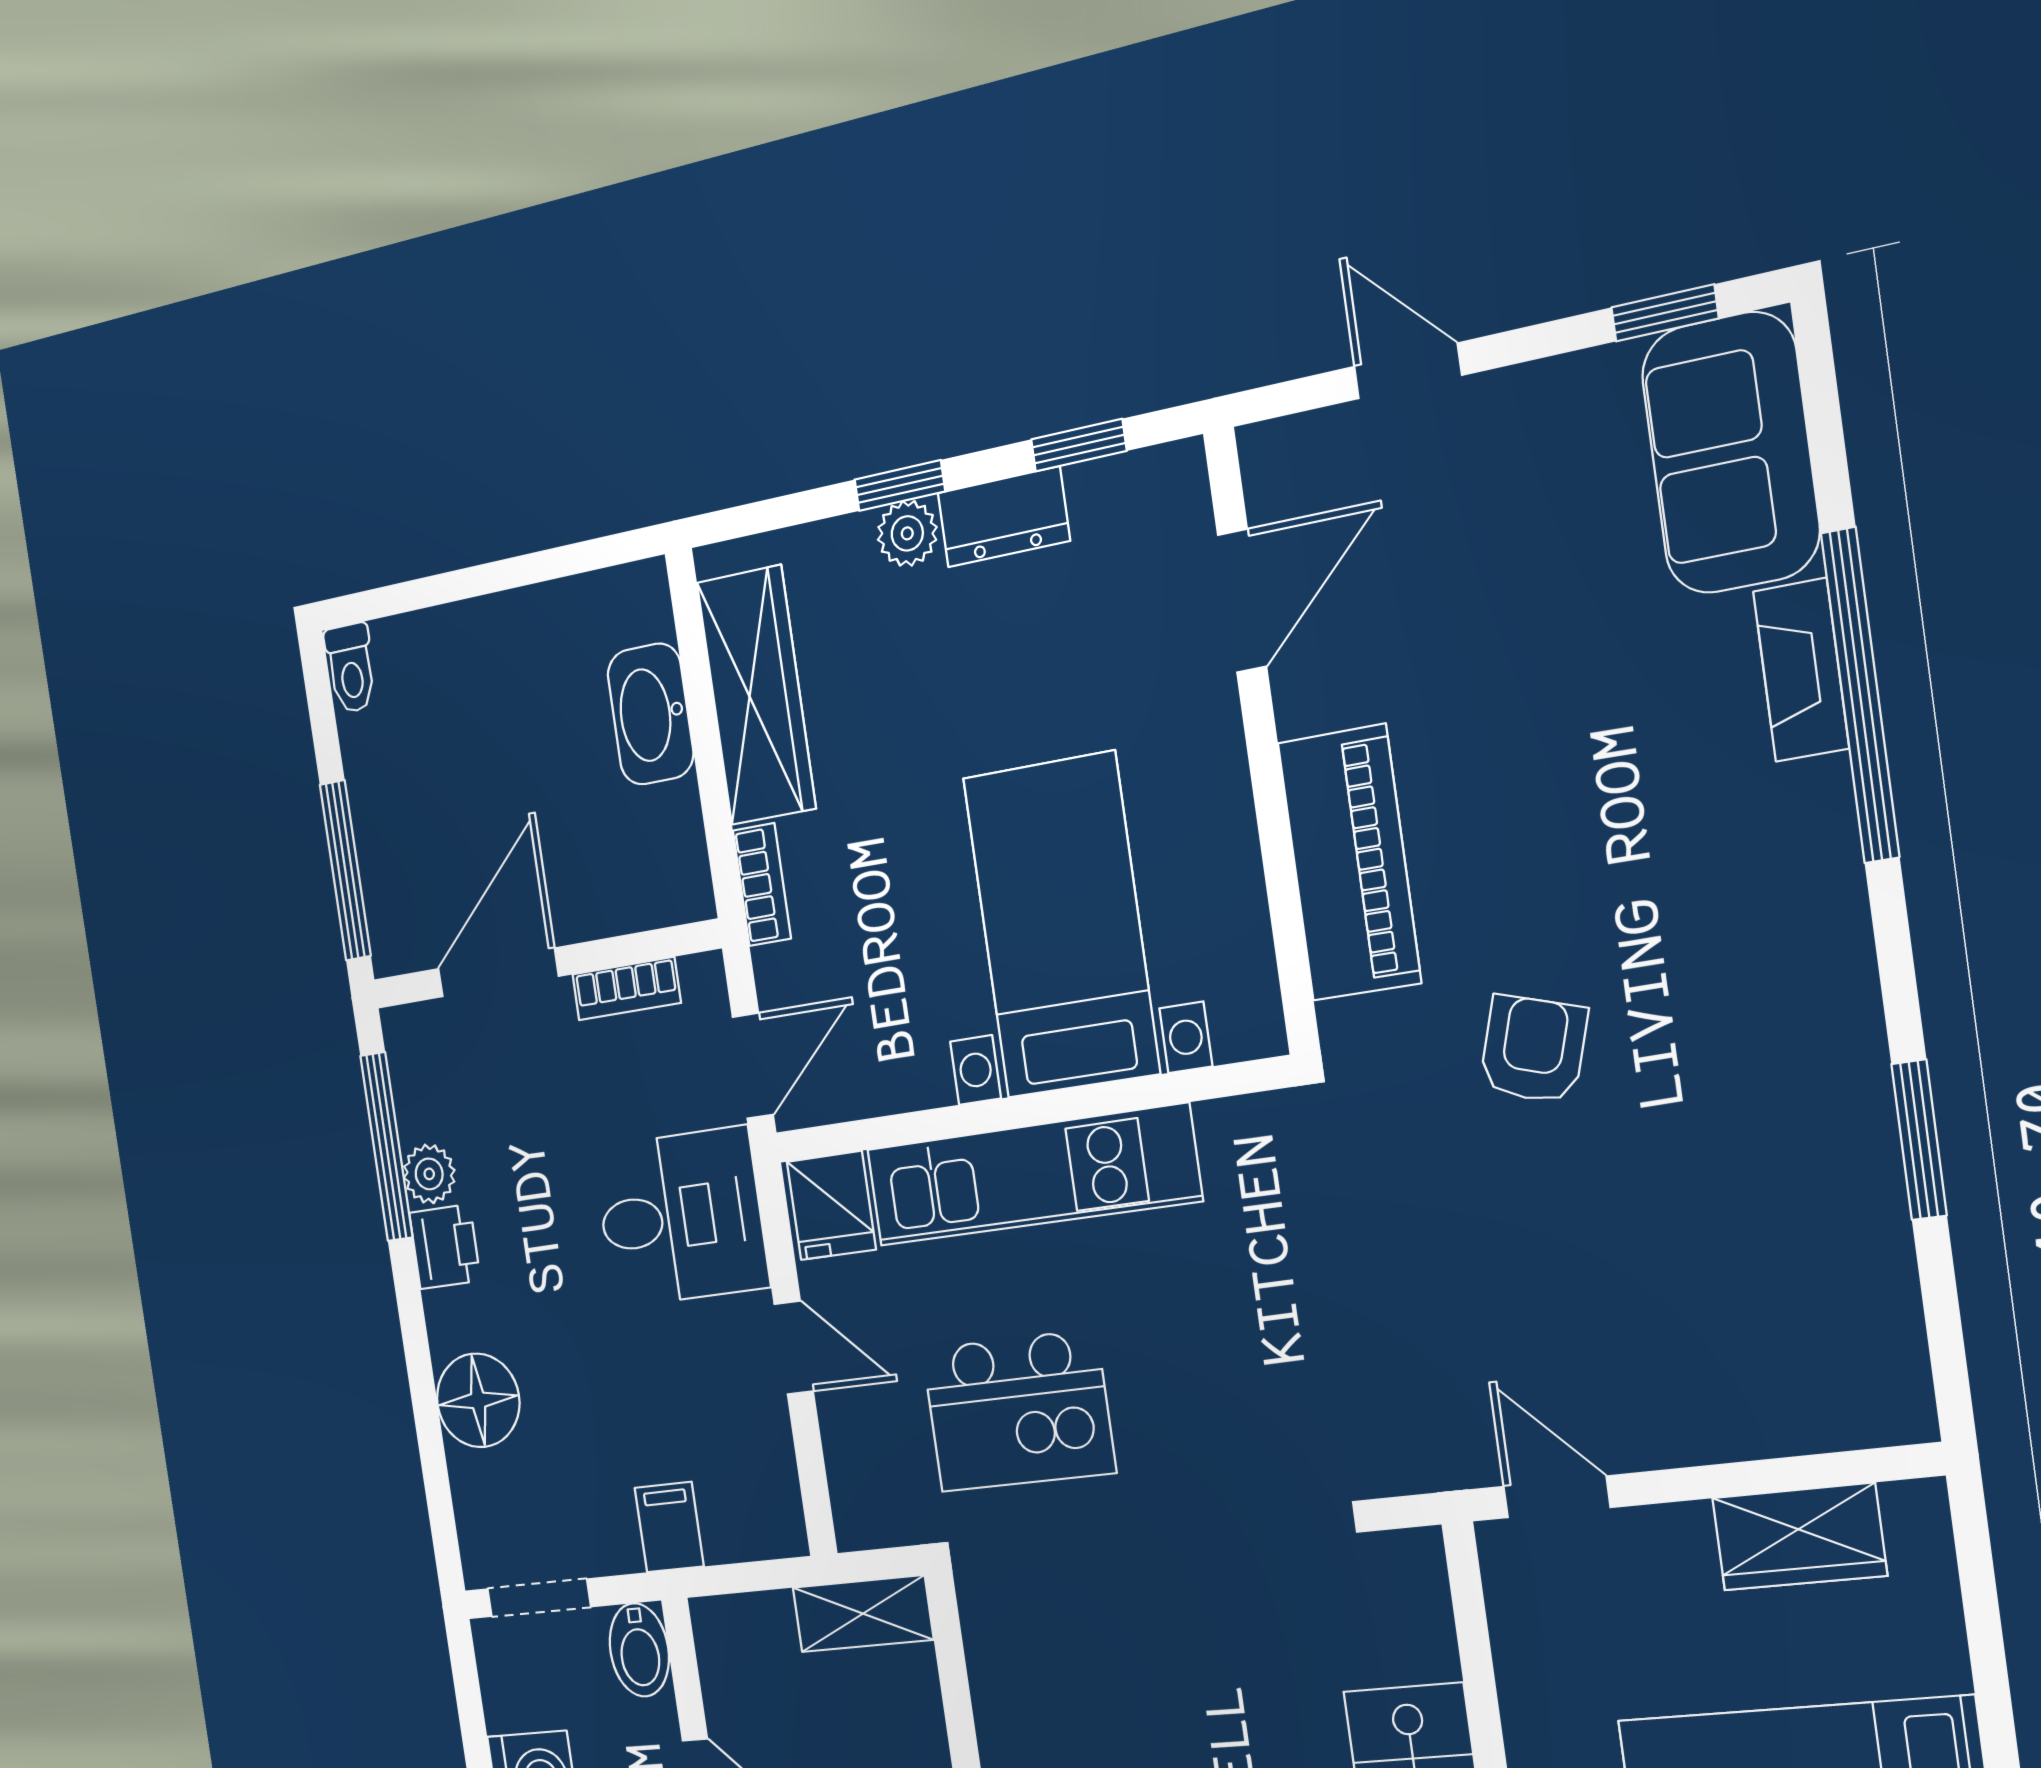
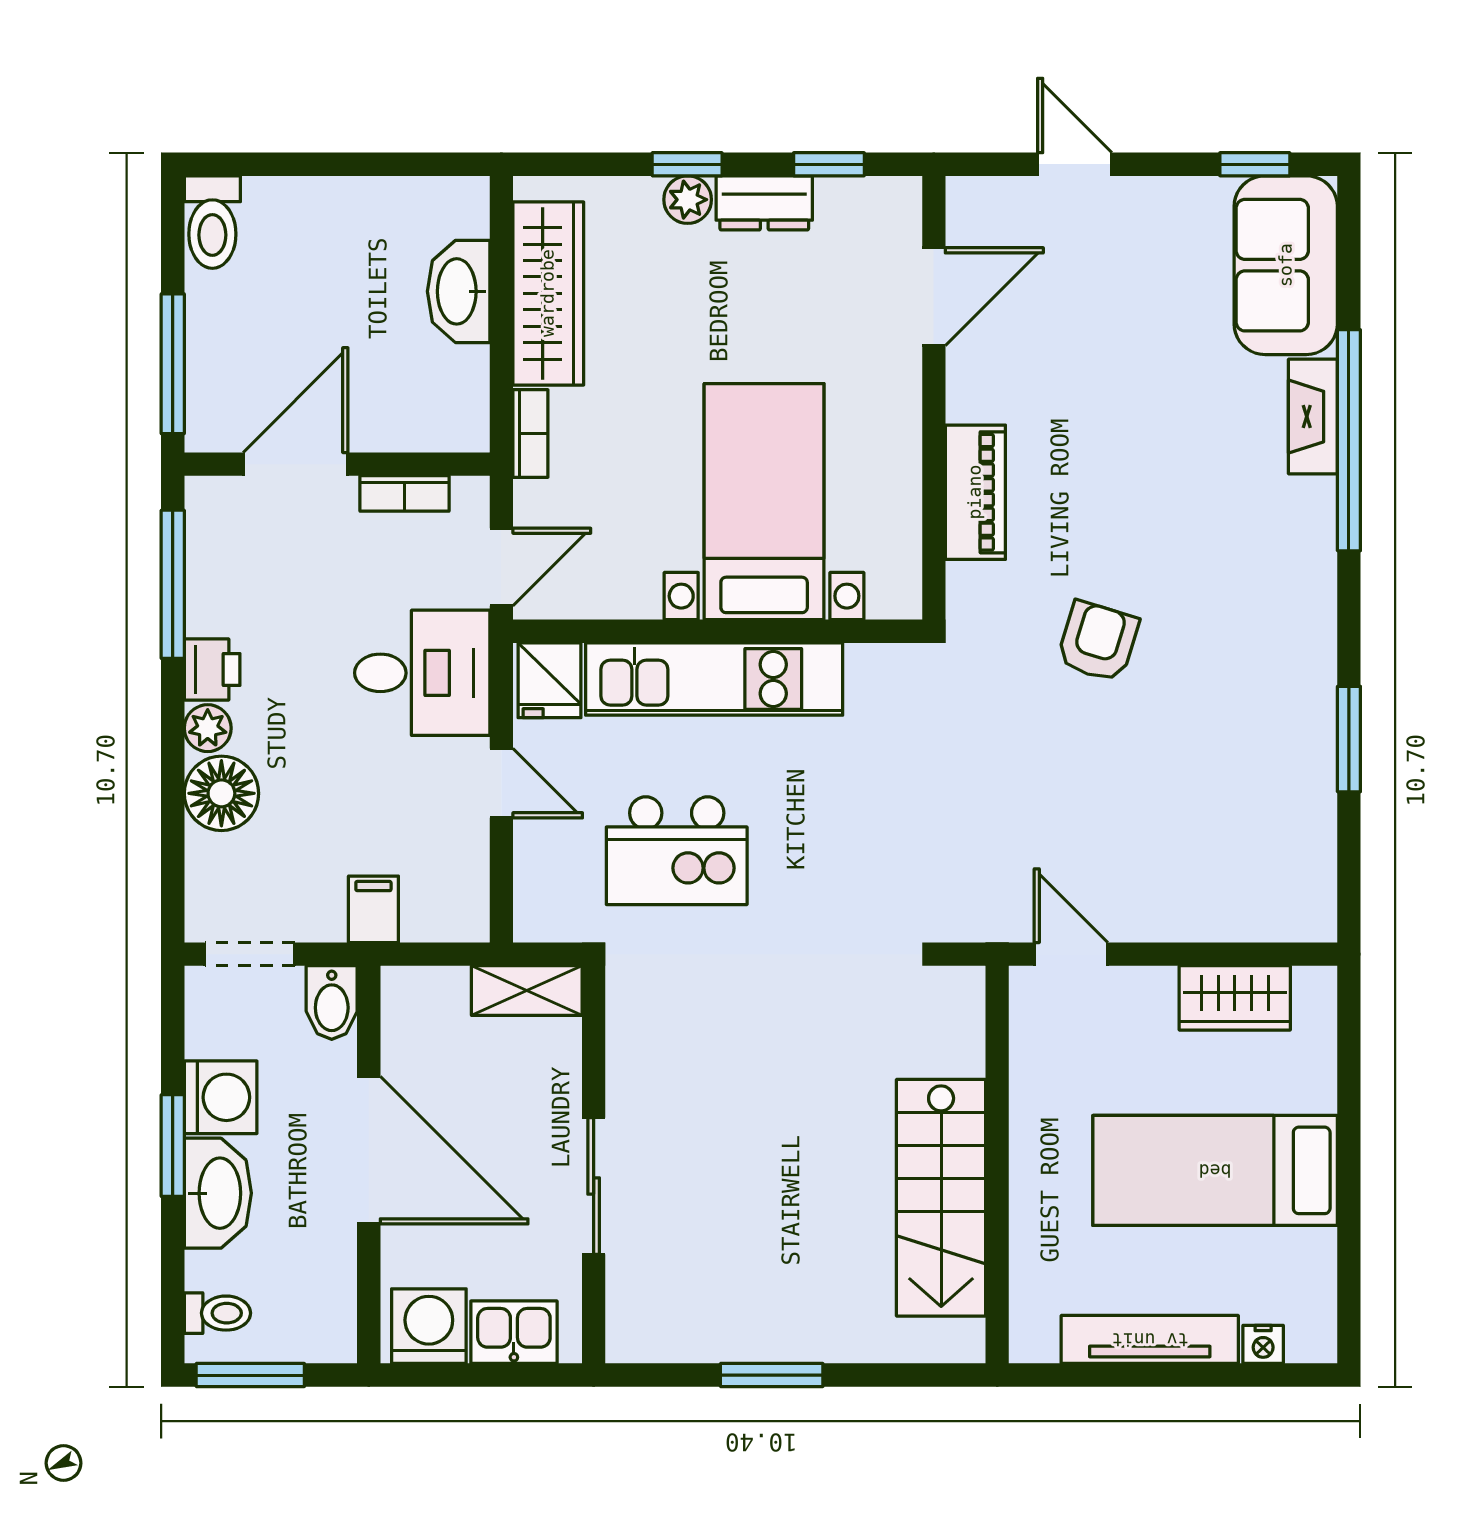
toilet: (351, 668) -> (212, 222), width x1.37, depth x1.39
piano: (1349, 863) -> (975, 492), width x0.73, depth x0.75
plant: (429, 1174) -> (208, 728), moved

